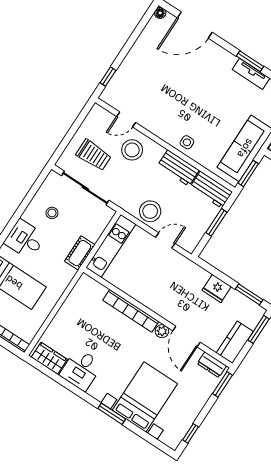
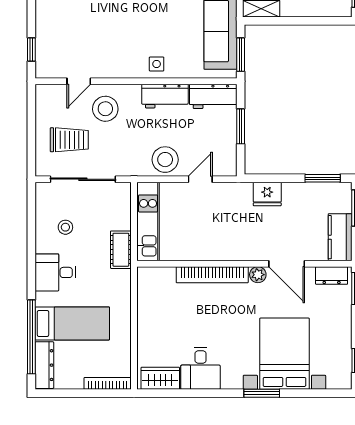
fridge: (217, 288) -> (267, 194), moved

